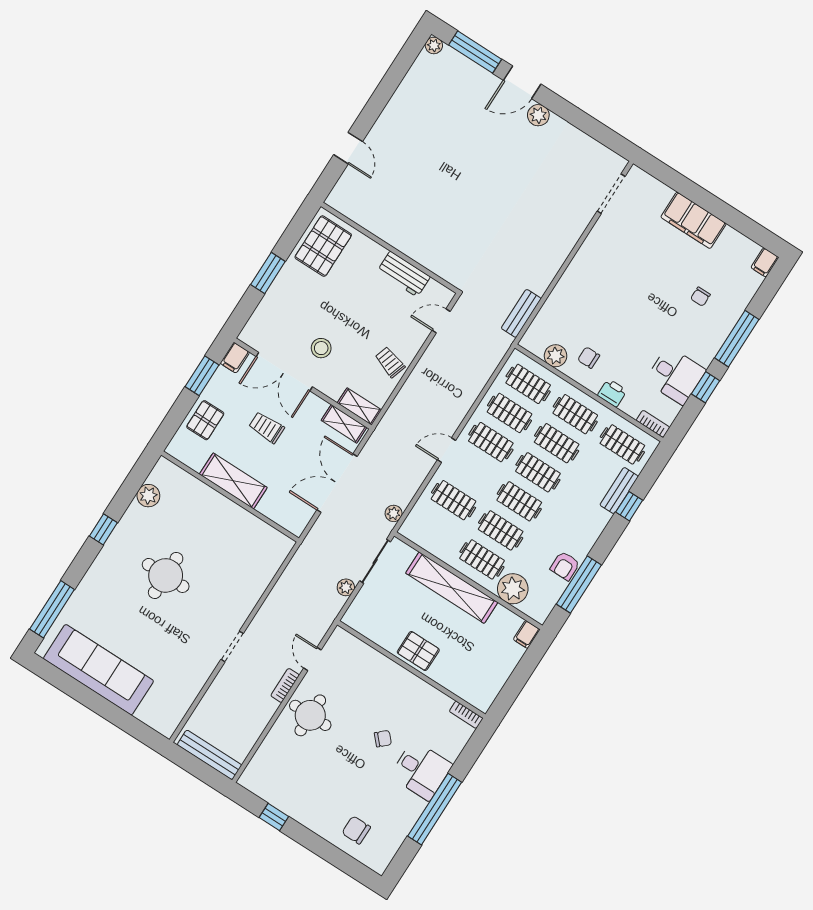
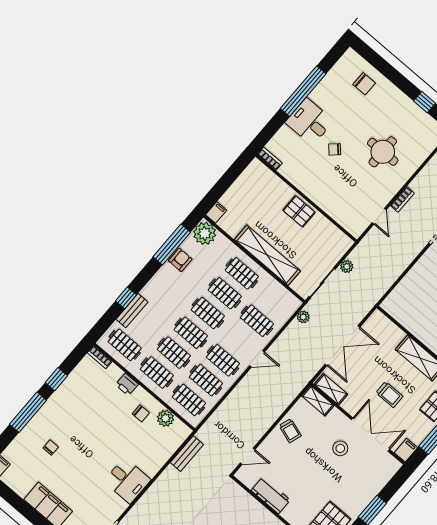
desk: (675, 375) -> (127, 481), moved, turned 180
plant: (513, 589) -> (205, 233), moved
round table: (310, 715) -> (383, 152), moved

